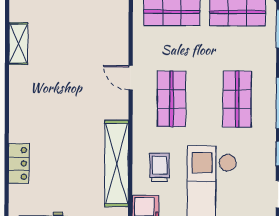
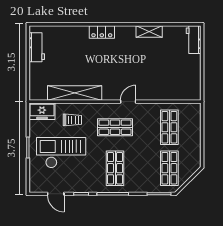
shop shelf: (237, 99) -> (115, 168), turned 90
locker: (19, 163) -> (102, 32), moved

